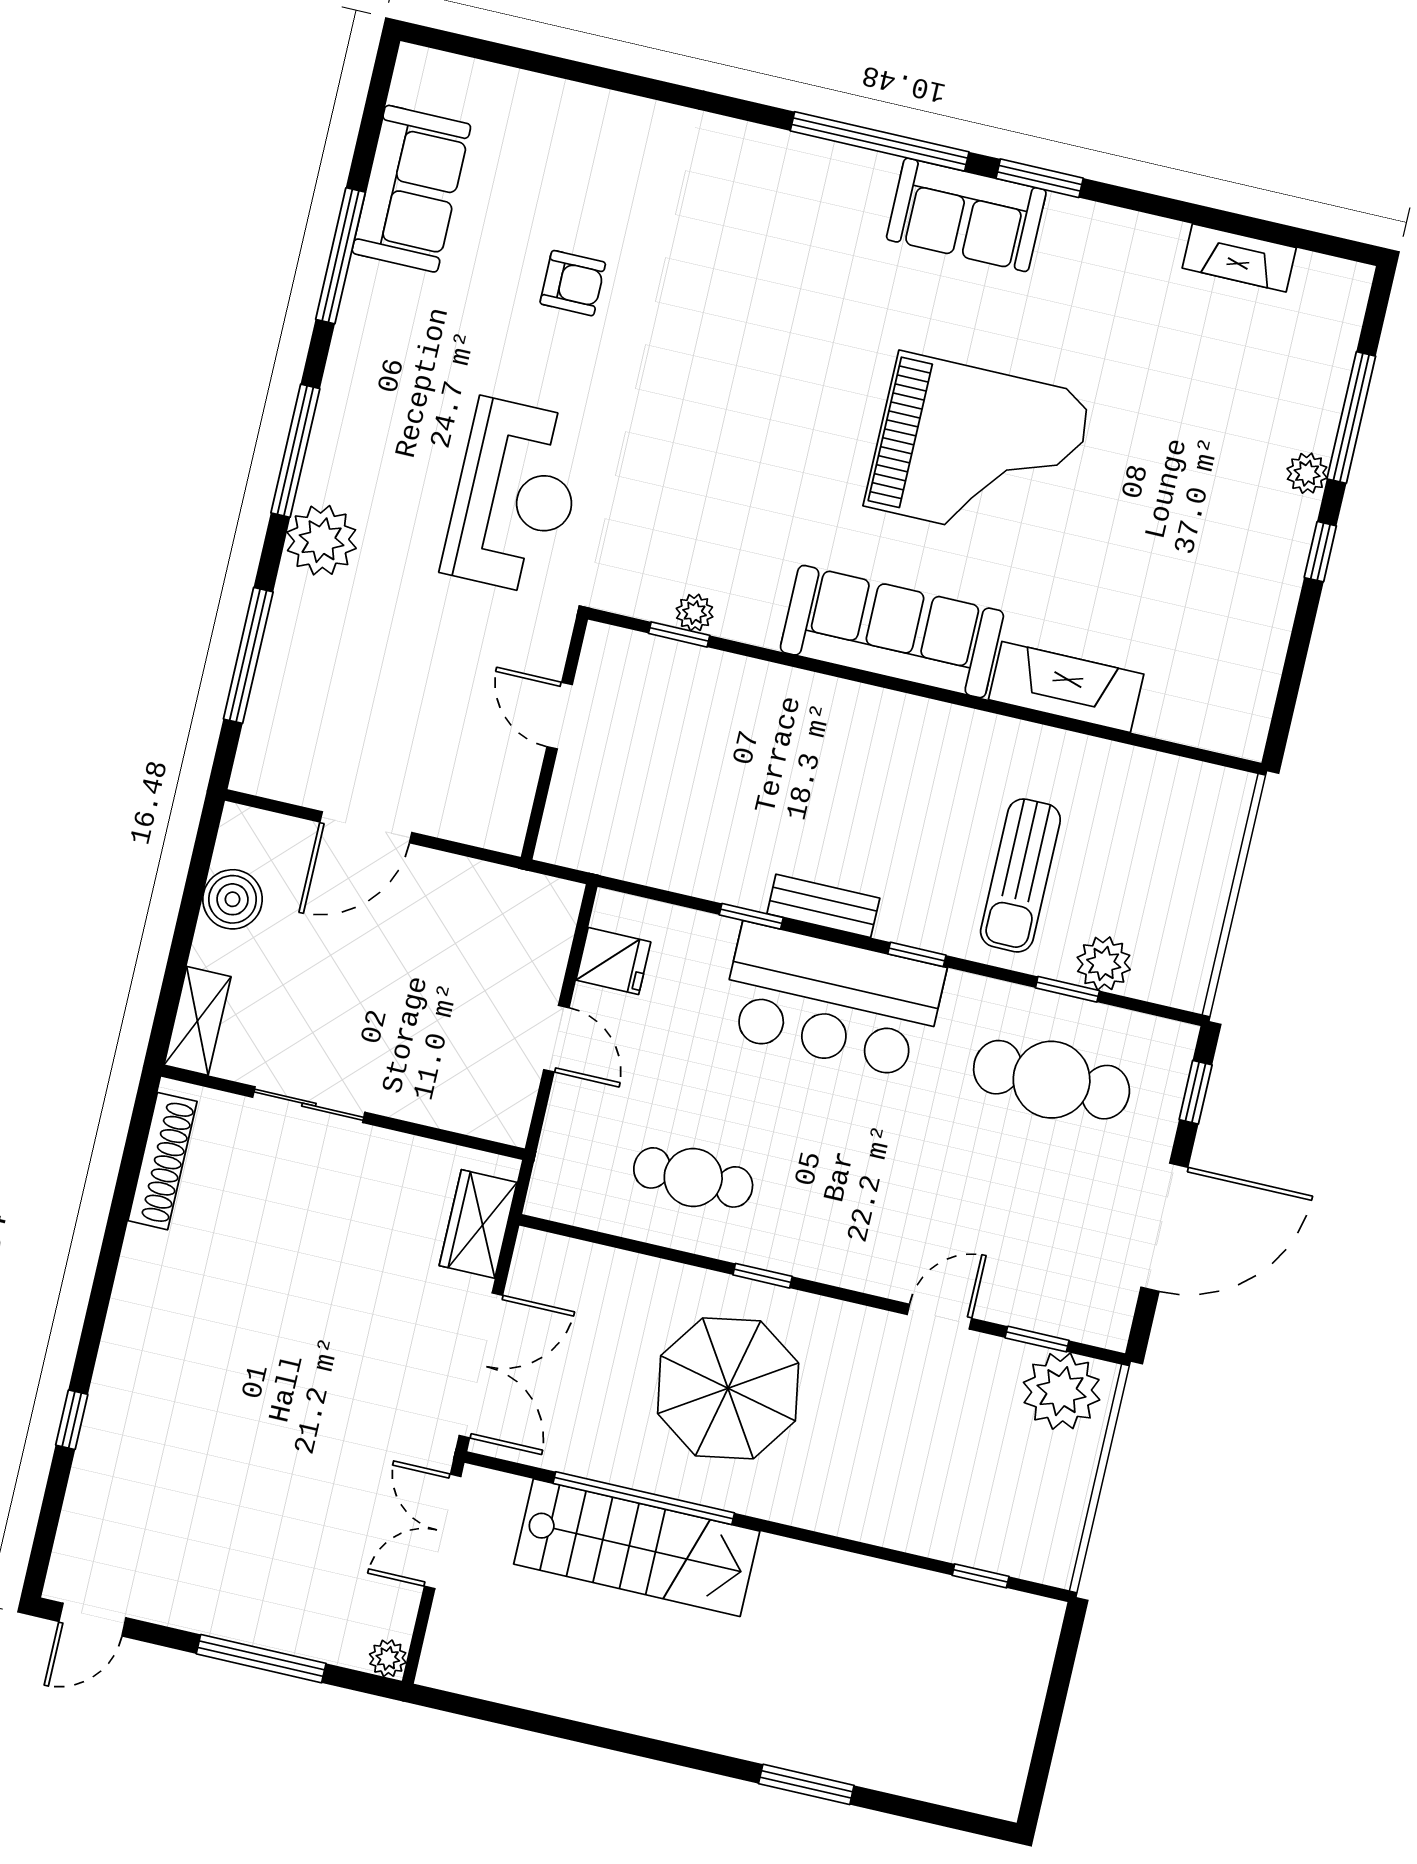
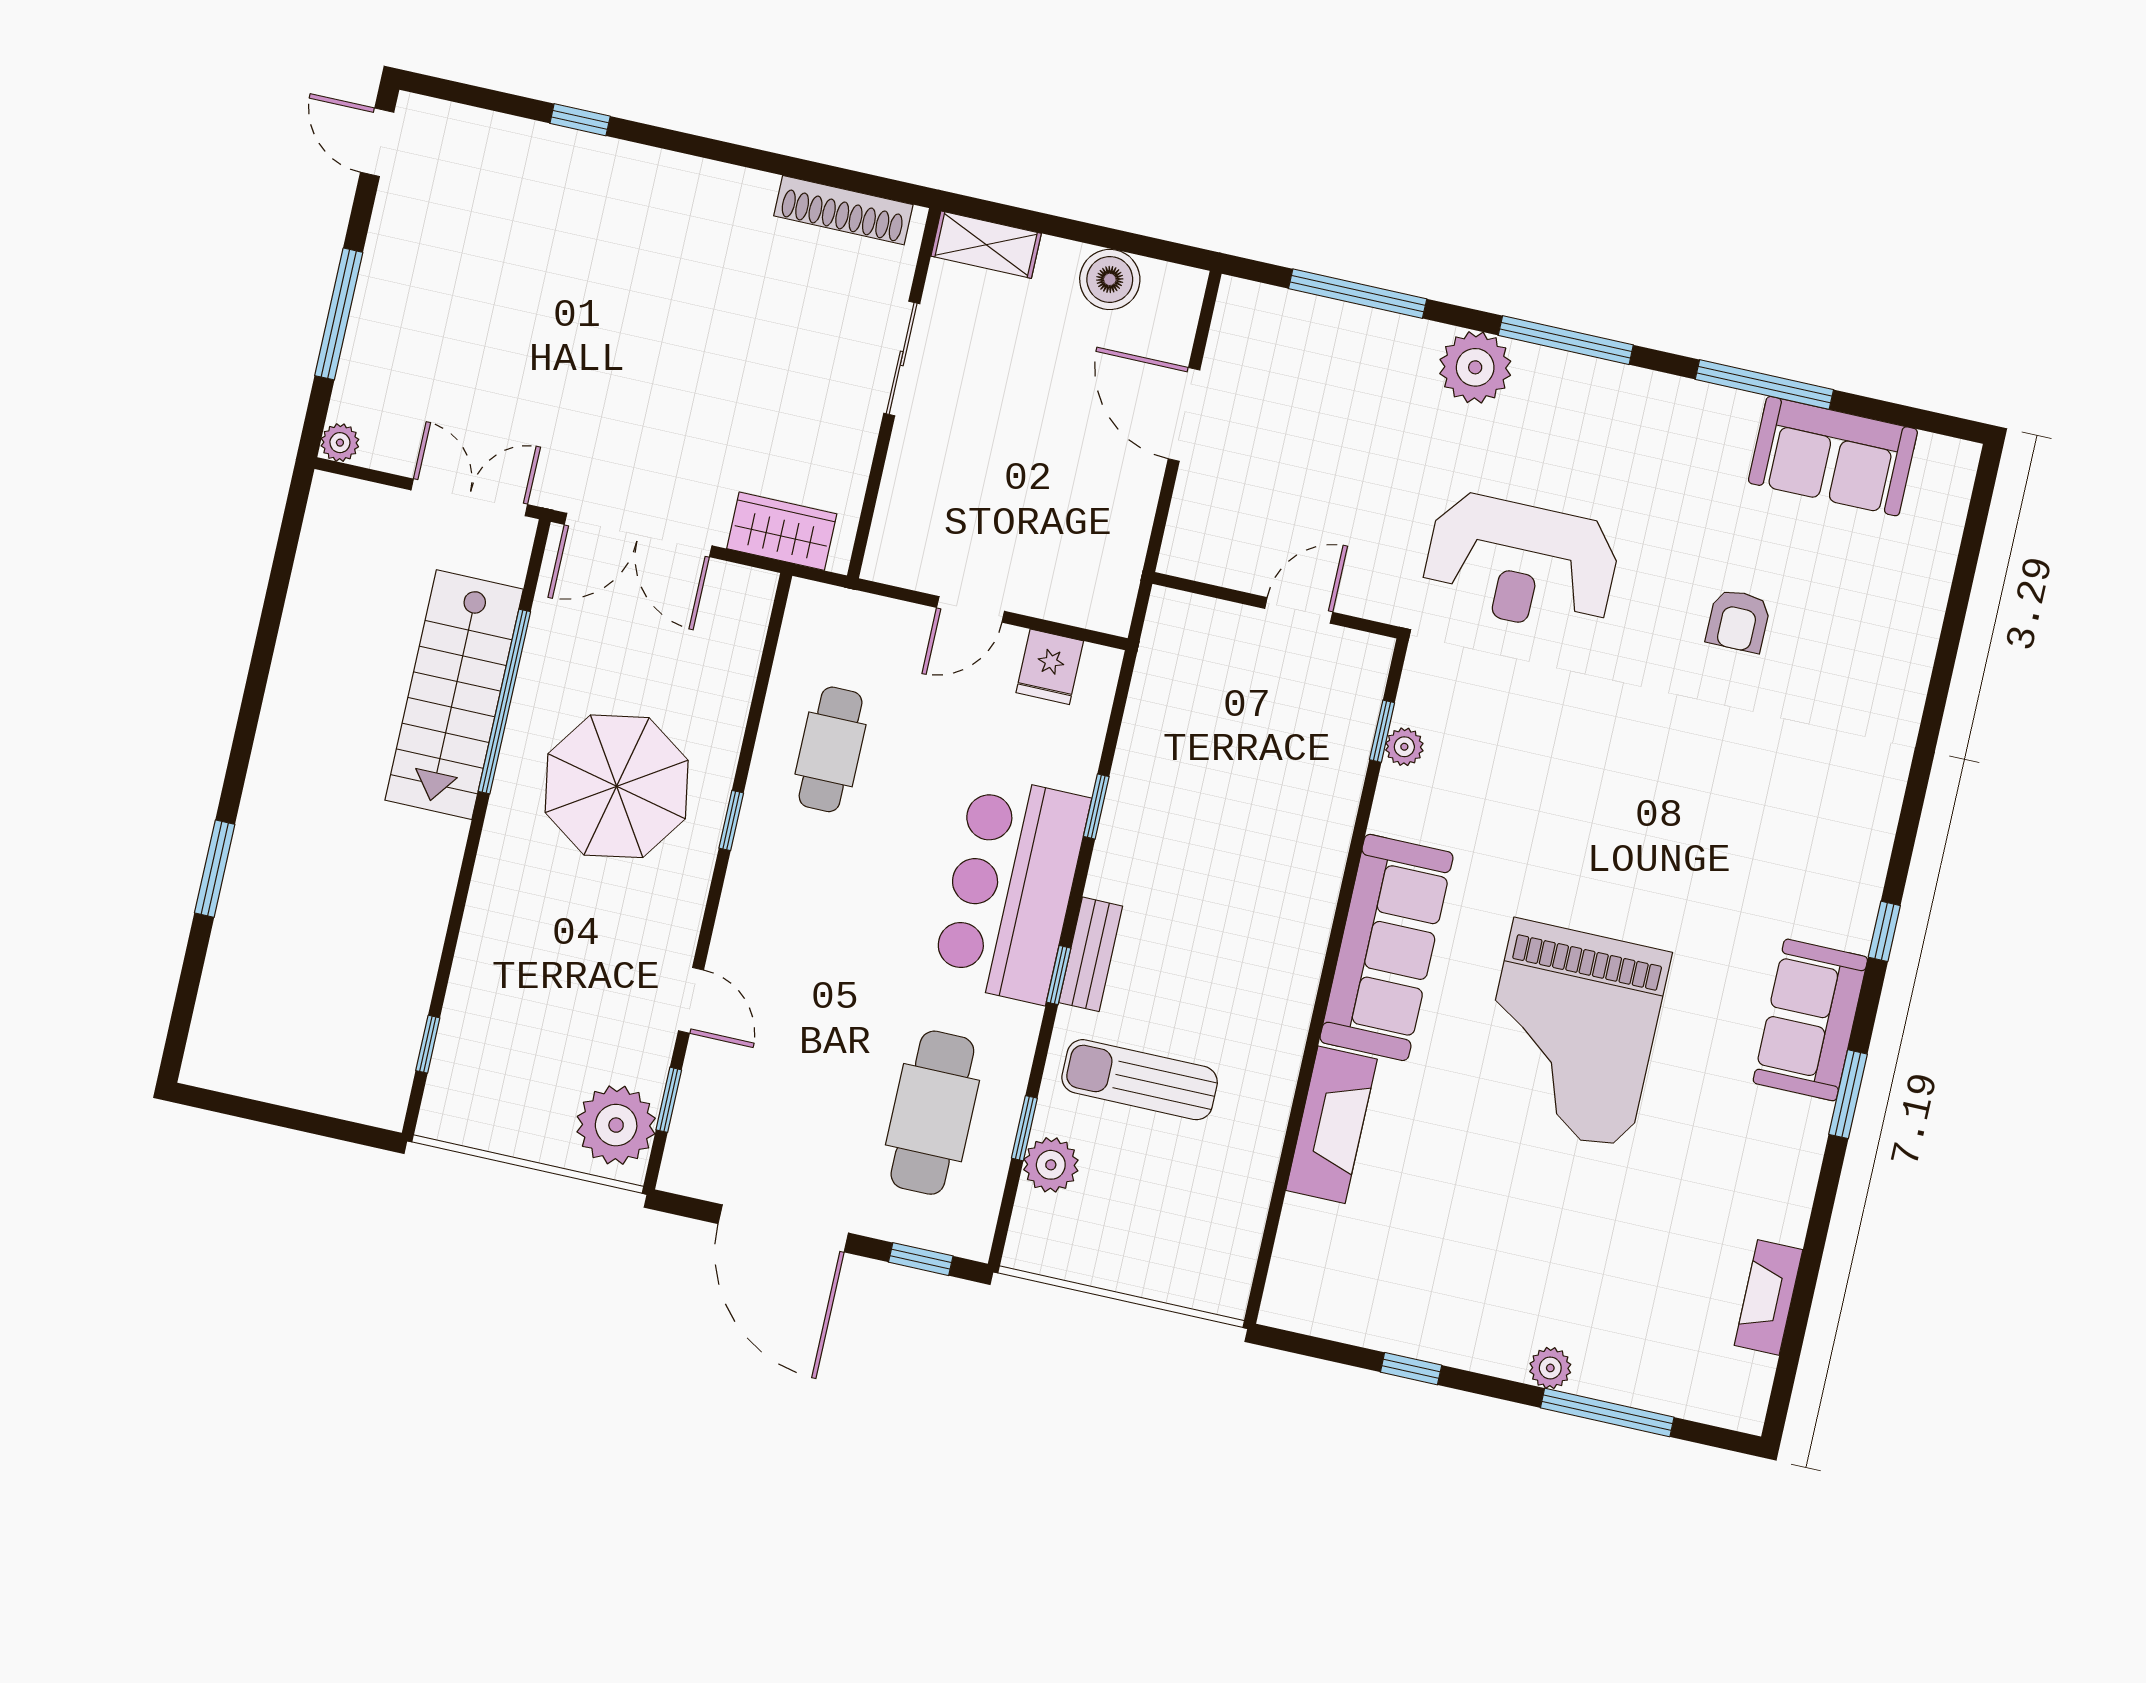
window: (880, 141) -> (1884, 931), width x0.32
window: (1320, 552) -> (1411, 1369), moved
bench: (823, 906) -> (1091, 954), moved

